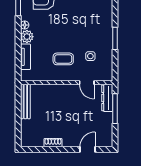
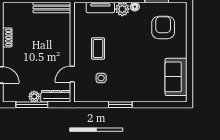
window: (115, 109) -> (32, 105), moved
plant: (107, 118) -> (34, 96), added

